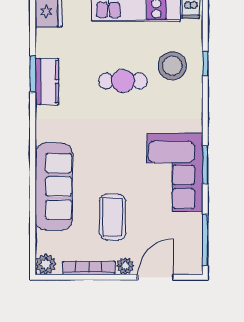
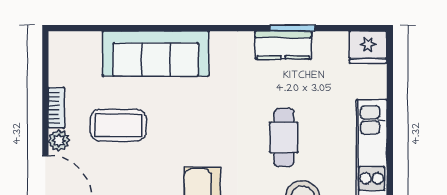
plant: (46, 264) -> (61, 44), removed
bookcase: (89, 268) -> (56, 108), width x0.64

